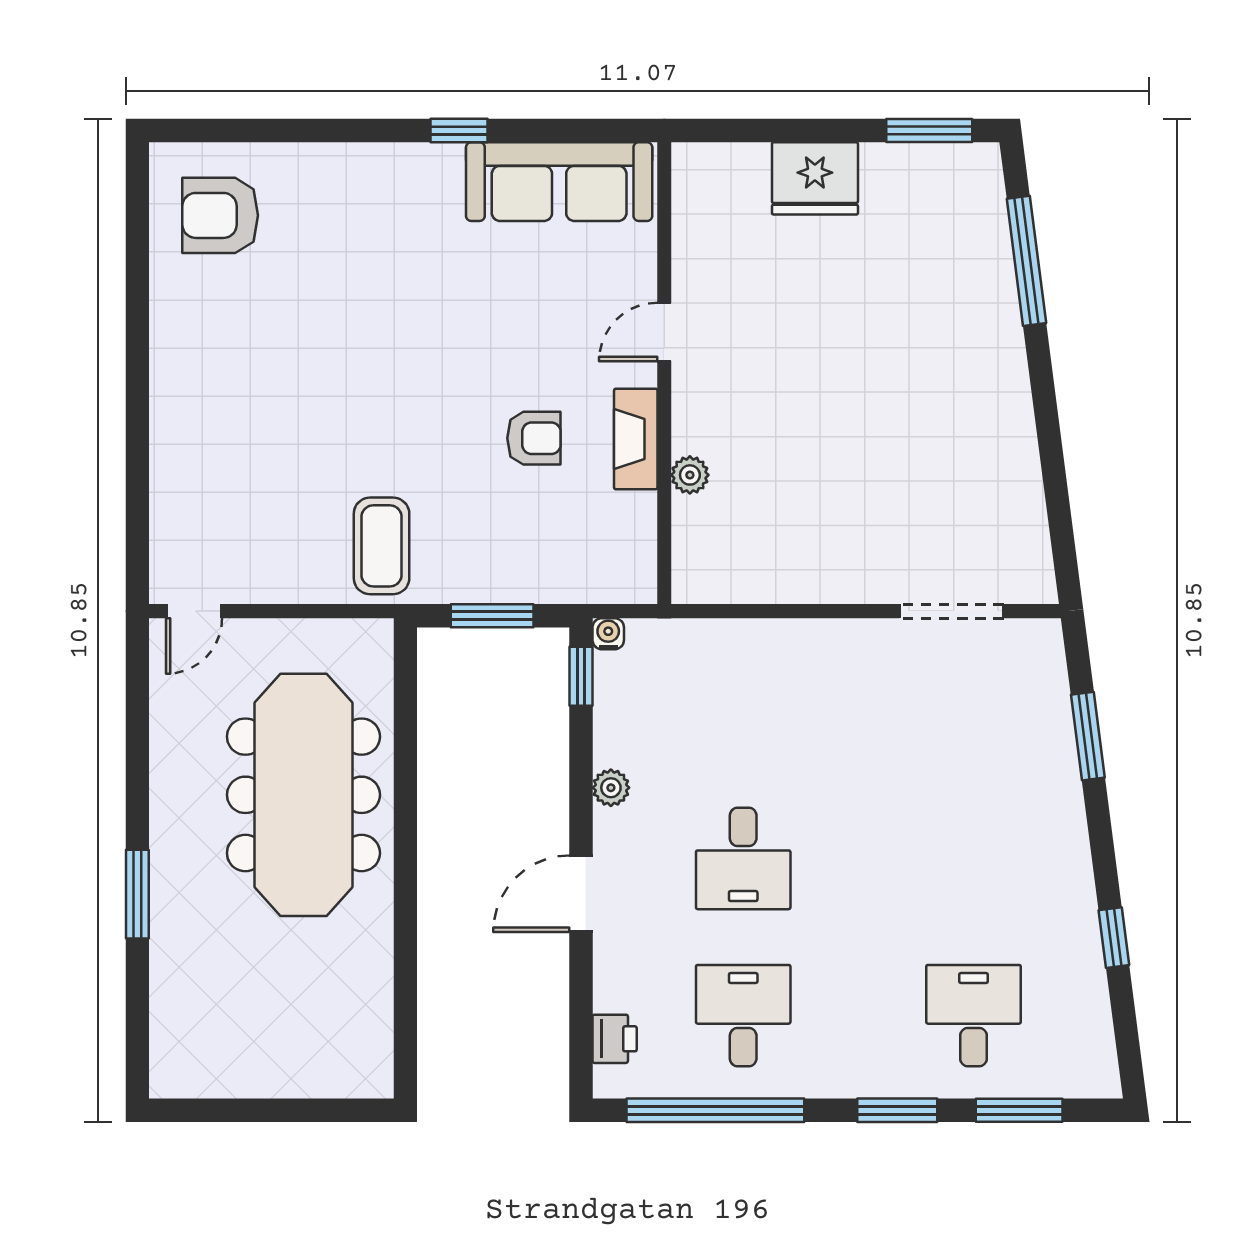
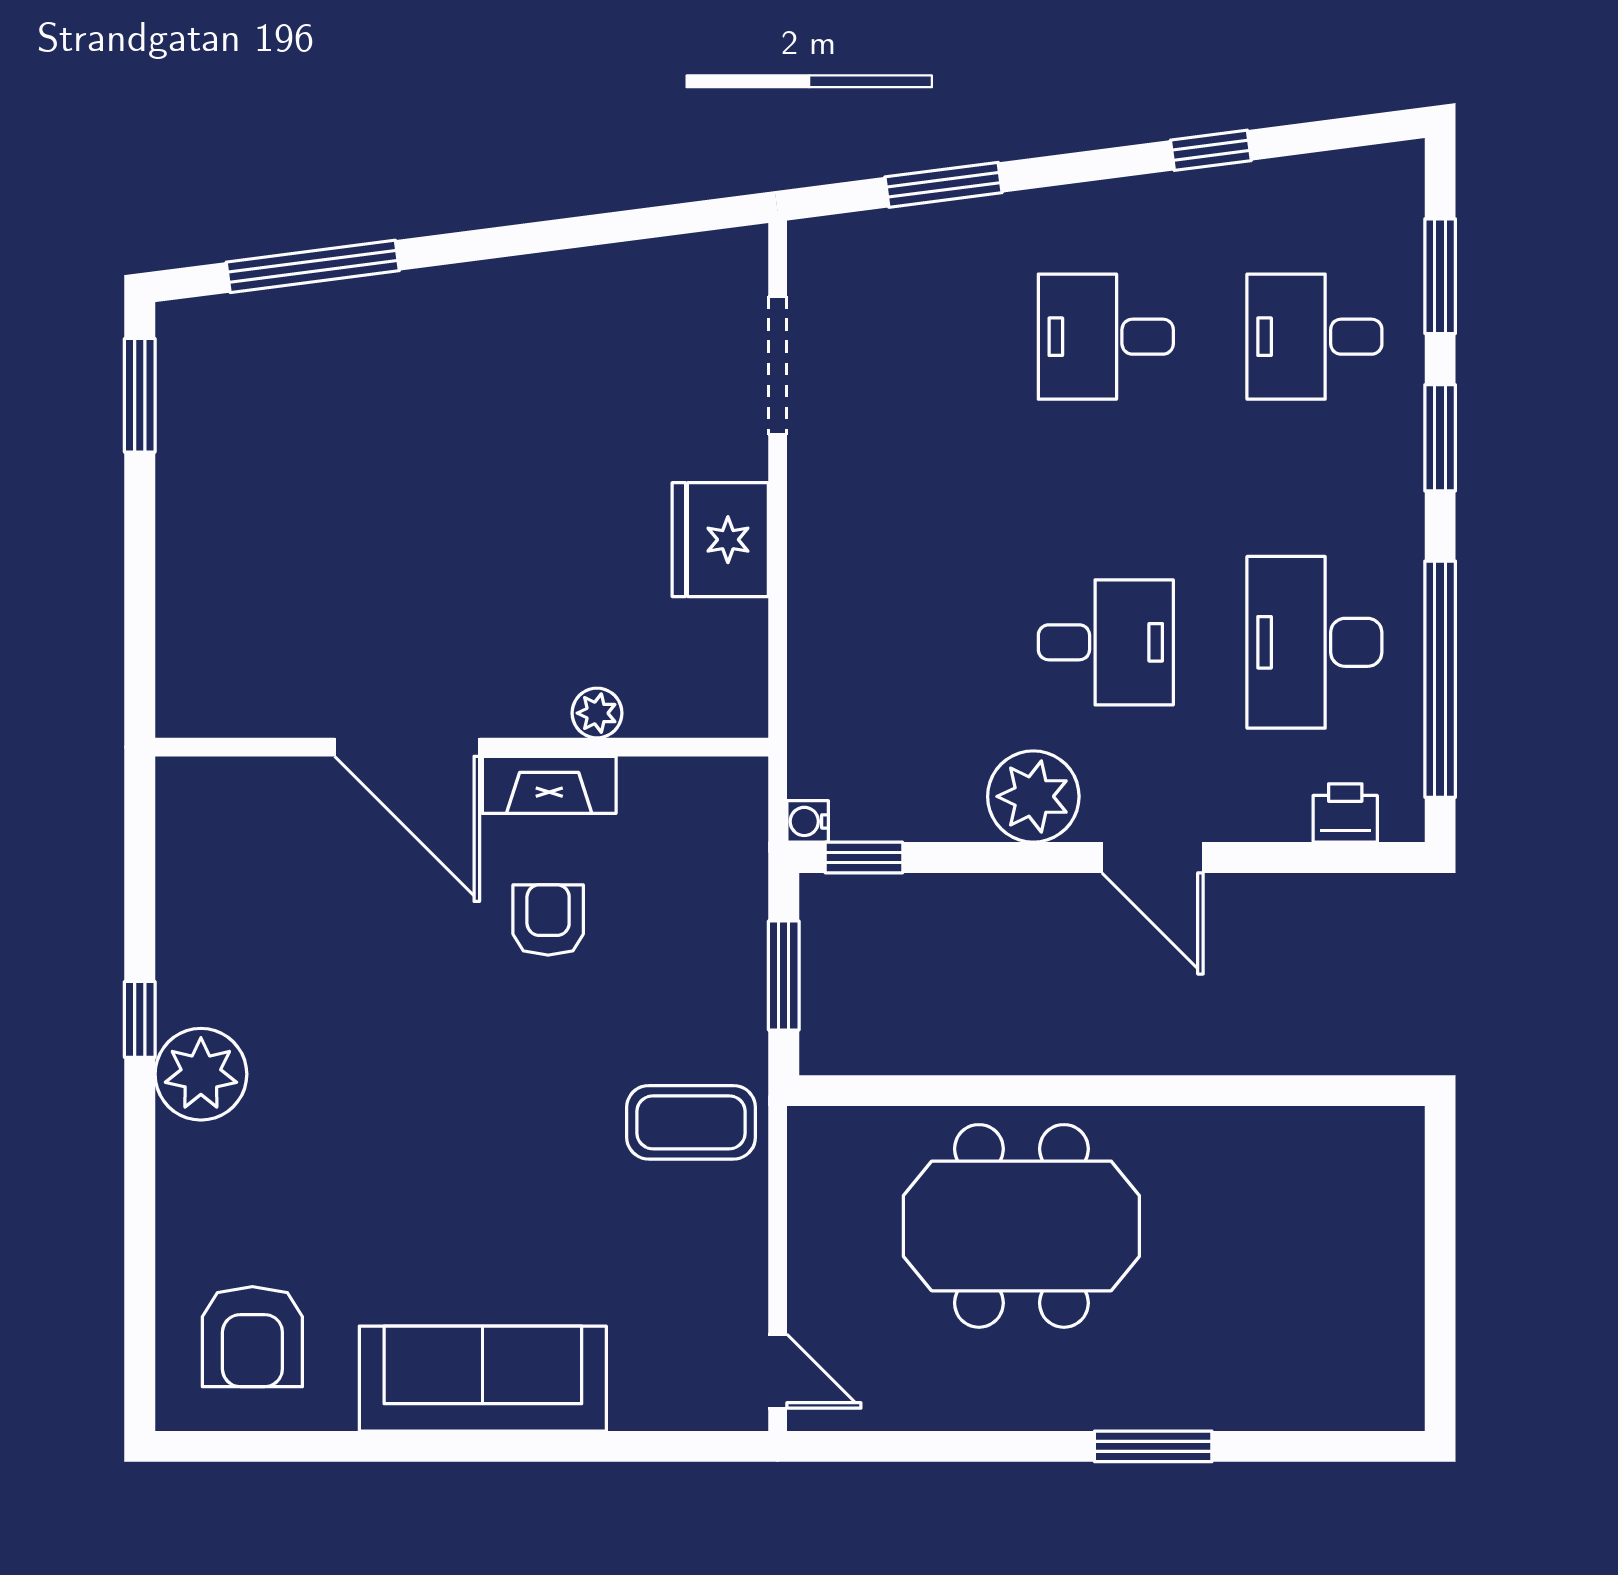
plant: (418, 177) -> (201, 1074), added
fridge: (815, 178) -> (720, 540), moved, turned 180
sofa: (559, 182) -> (483, 1379), moved, turned -90
door: (664, 332) -> (407, 747), width x1.87
plant: (611, 788) -> (1033, 796), width x1.88, depth x1.88
meeting table: (303, 795) -> (1021, 1226), width x0.73
desk: (973, 858) -> (1106, 337), added
desk: (743, 1016) -> (1314, 642), width x1.37

